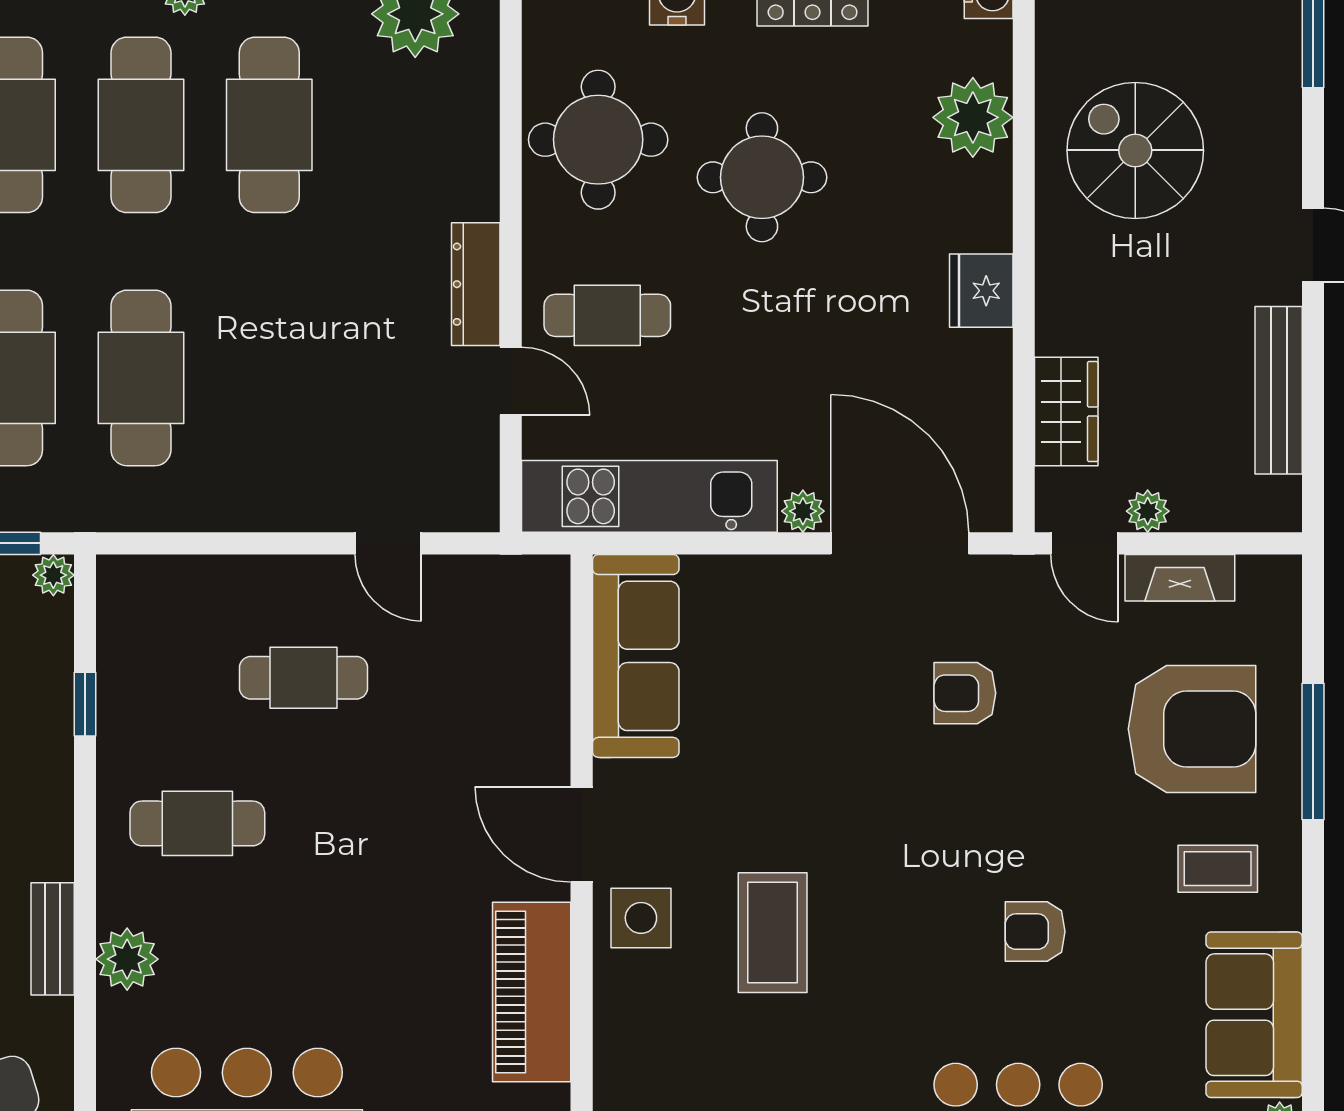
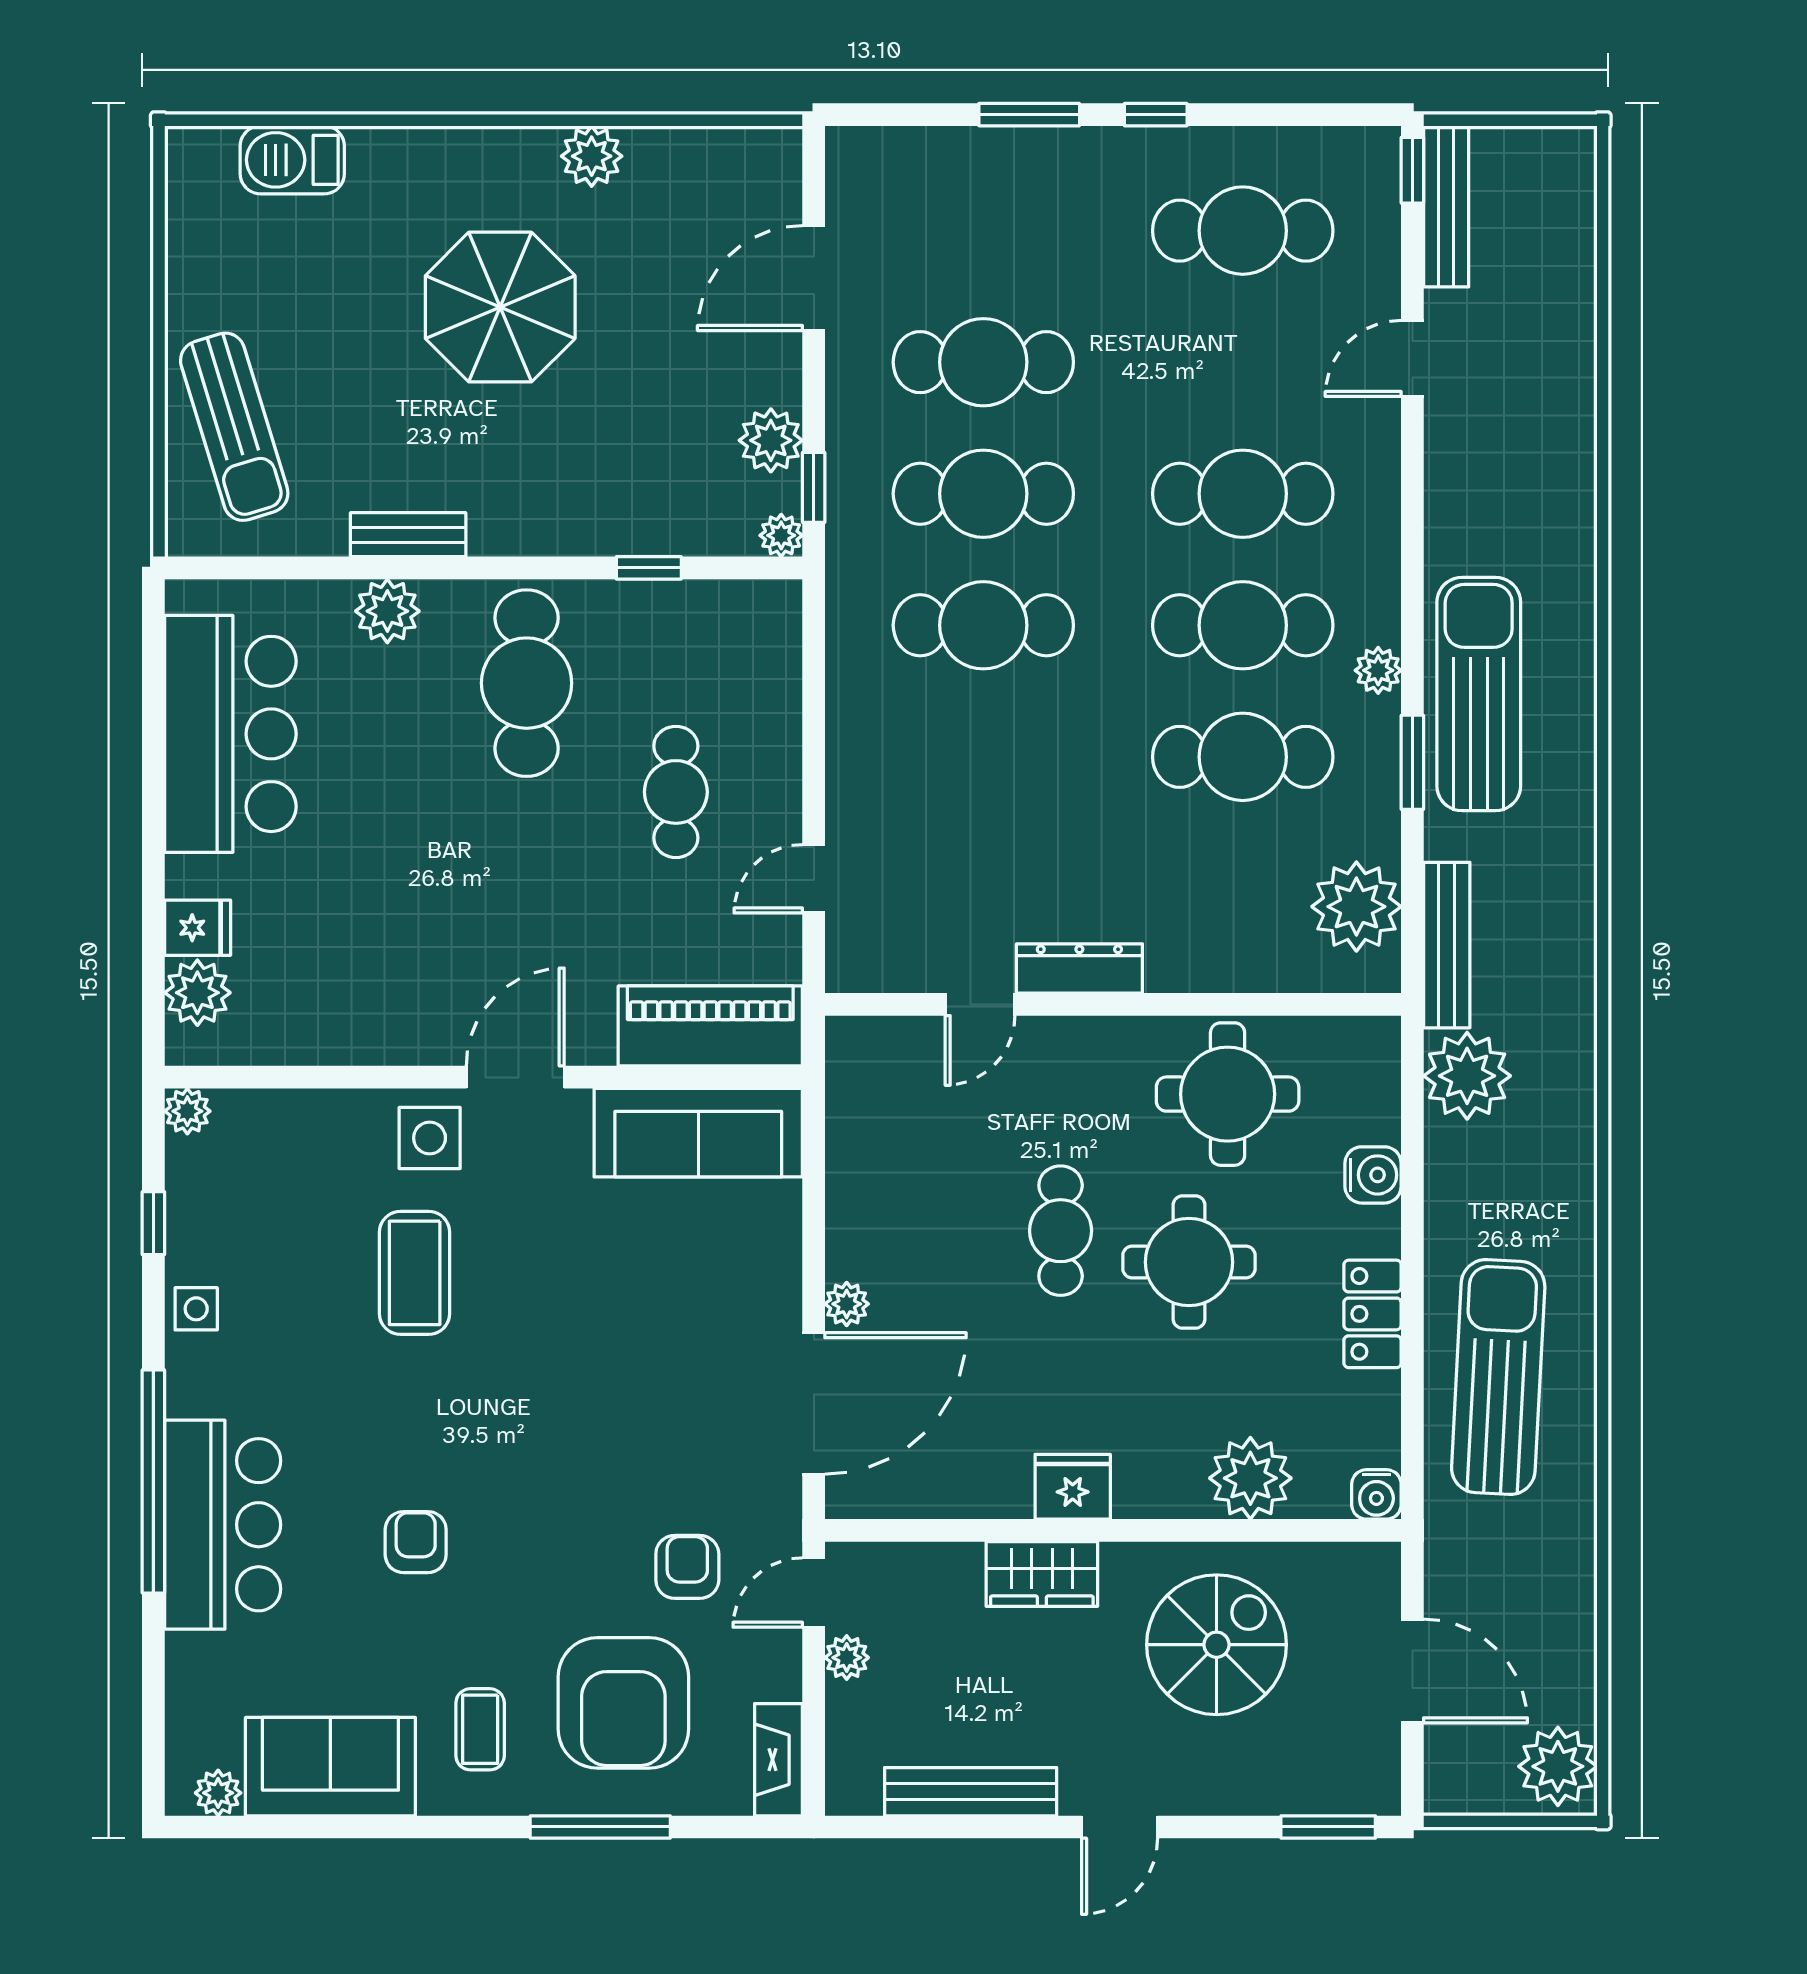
cafe table: (607, 315) -> (1061, 1231), moved
wardrobe: (1066, 412) -> (1042, 1574), moved
kitchen unit: (649, 496) -> (862, 1147), removed
fireplace: (1180, 578) -> (778, 1760), moved
armchair: (965, 693) -> (687, 1567), moved
cafe table: (197, 823) -> (527, 683), width x1.37, depth x1.35
coffee table: (773, 933) -> (415, 1273), turned 90
piano: (532, 992) -> (710, 1026), moved

